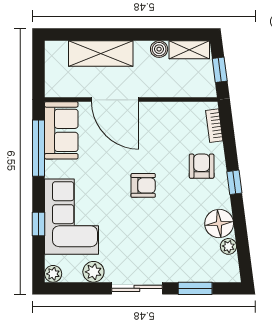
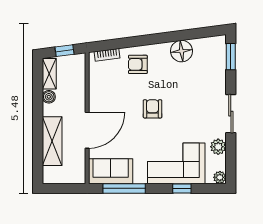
window: (234, 182) -> (150, 40), removed
plant: (228, 246) -> (199, 44), removed
window: (195, 288) -> (231, 57), moved

